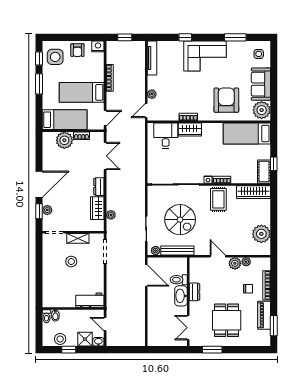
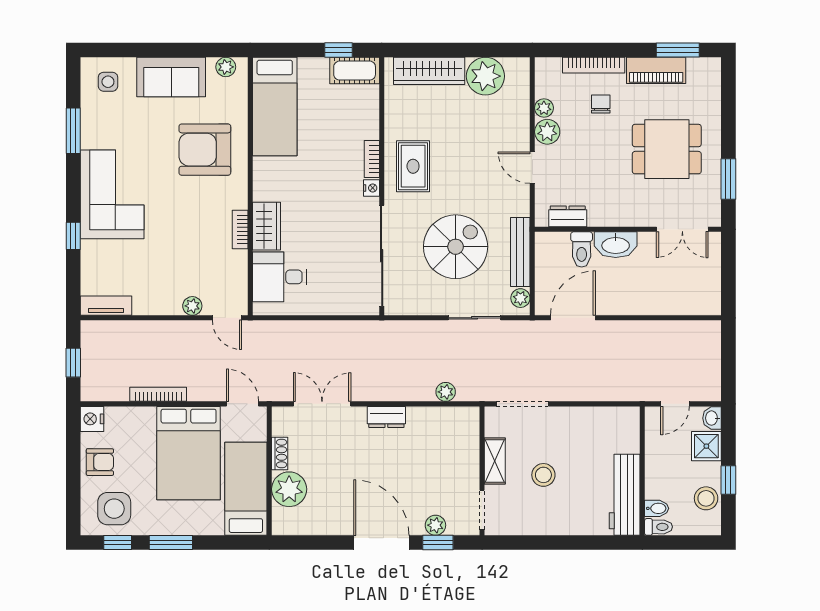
tv unit: (152, 58) -> (106, 306), width x0.71
bed: (82, 92) -> (189, 453), width x1.50
plant: (262, 110) -> (226, 67), width x0.53, depth x0.53
wardrobe: (253, 192) -> (429, 71), moved, turned 90
rug: (218, 199) -> (413, 166), turned 90
wardrobe: (97, 208) -> (431, 420), removed
door: (218, 256) -> (532, 168), hinge flipped
dresser: (194, 292) -> (568, 216), moved
workbench: (90, 300) -> (625, 495), moved, width x1.38

